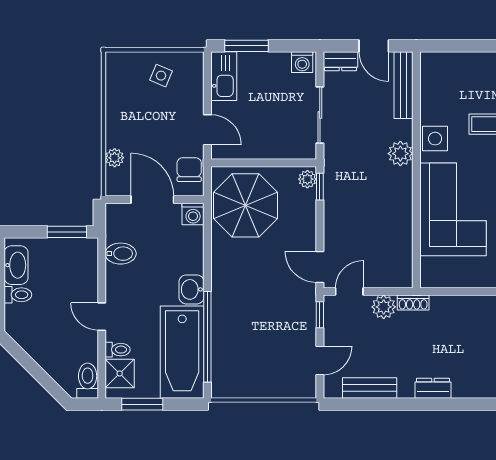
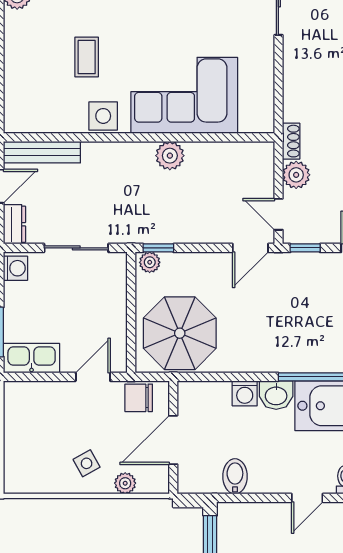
side table: (161, 76) -> (87, 463), moved, turned 38
plant: (400, 154) -> (170, 156), moved
washing machine: (193, 214) -> (245, 393), moved, turned 90

